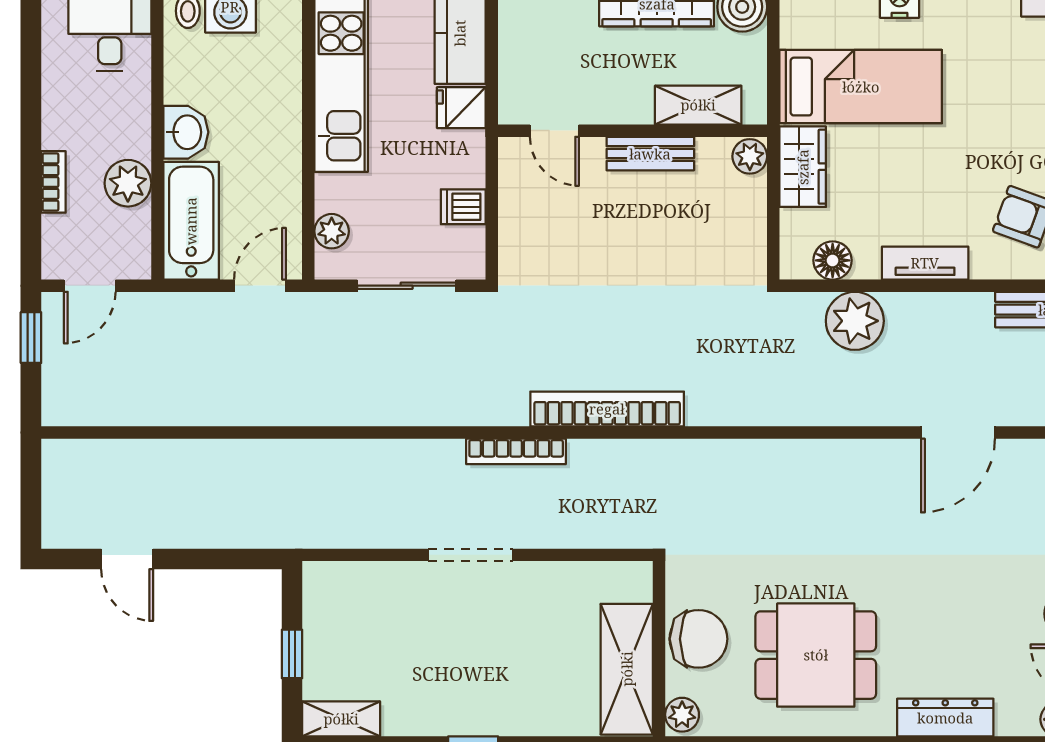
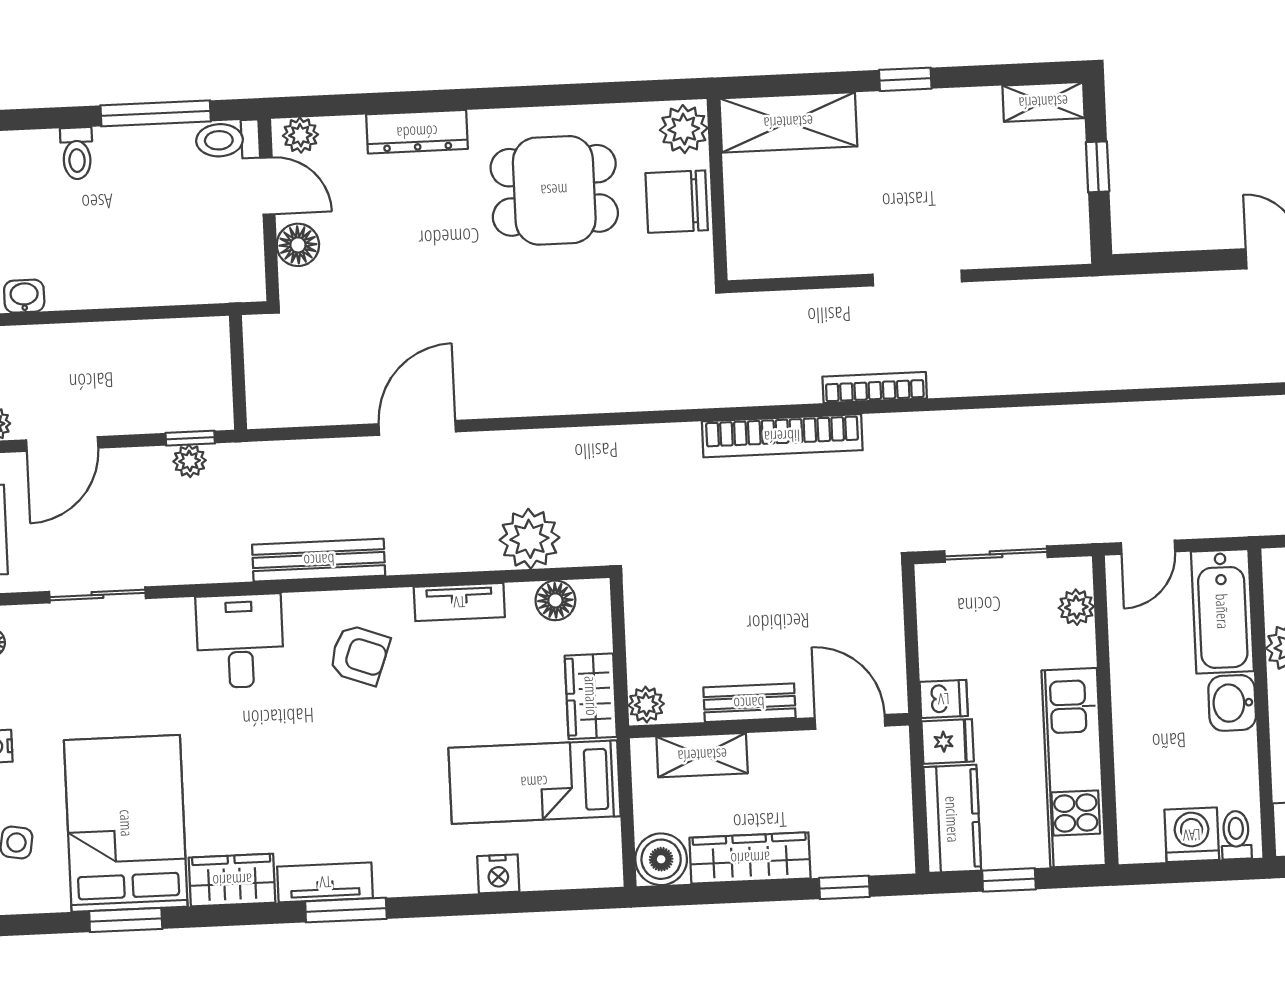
door: (554, 131) -> (850, 722), width x1.38
dishwasher: (463, 207) -> (944, 699), moved
shelving: (627, 669) -> (788, 122), moved, turned 90
plant: (682, 715) -> (684, 129), width x1.38, depth x1.38

